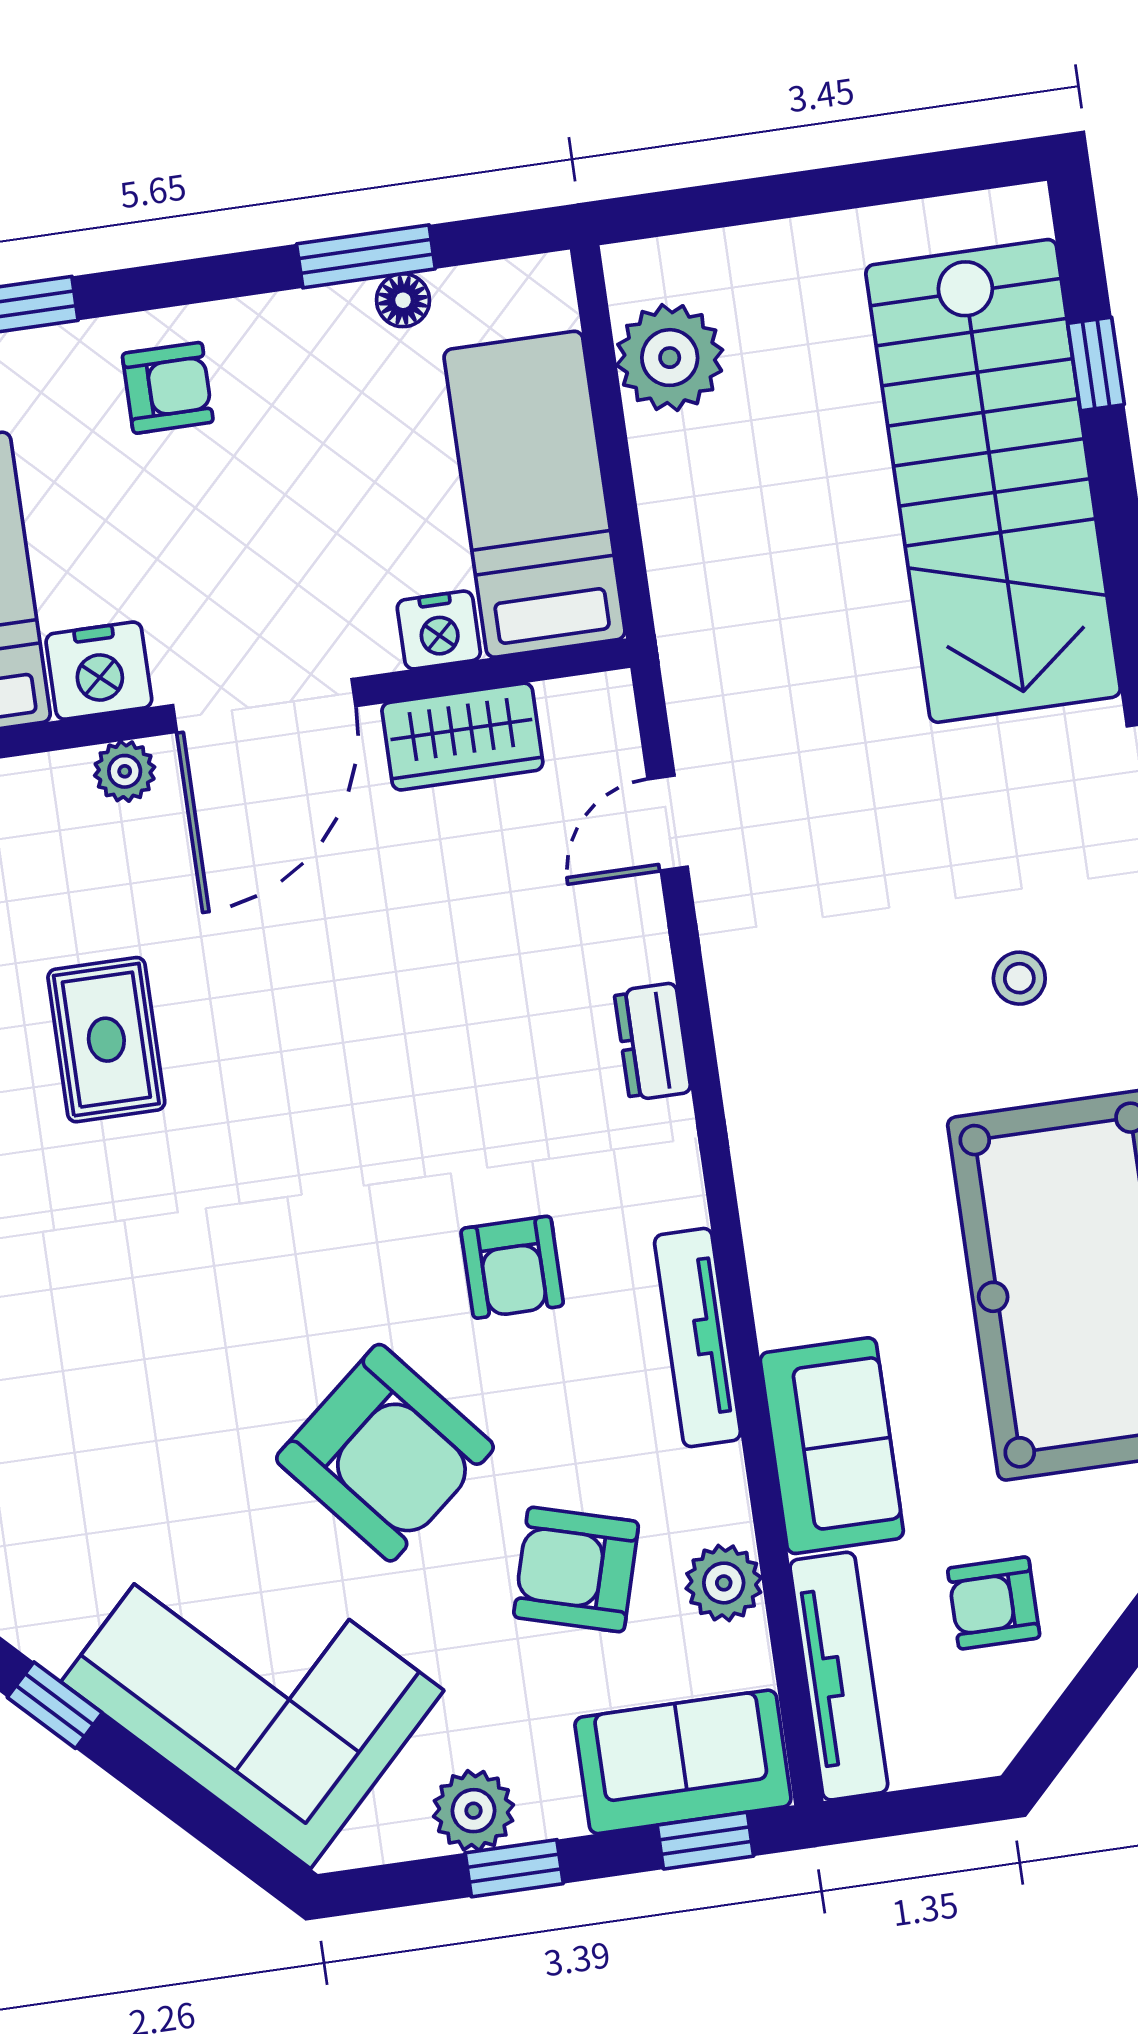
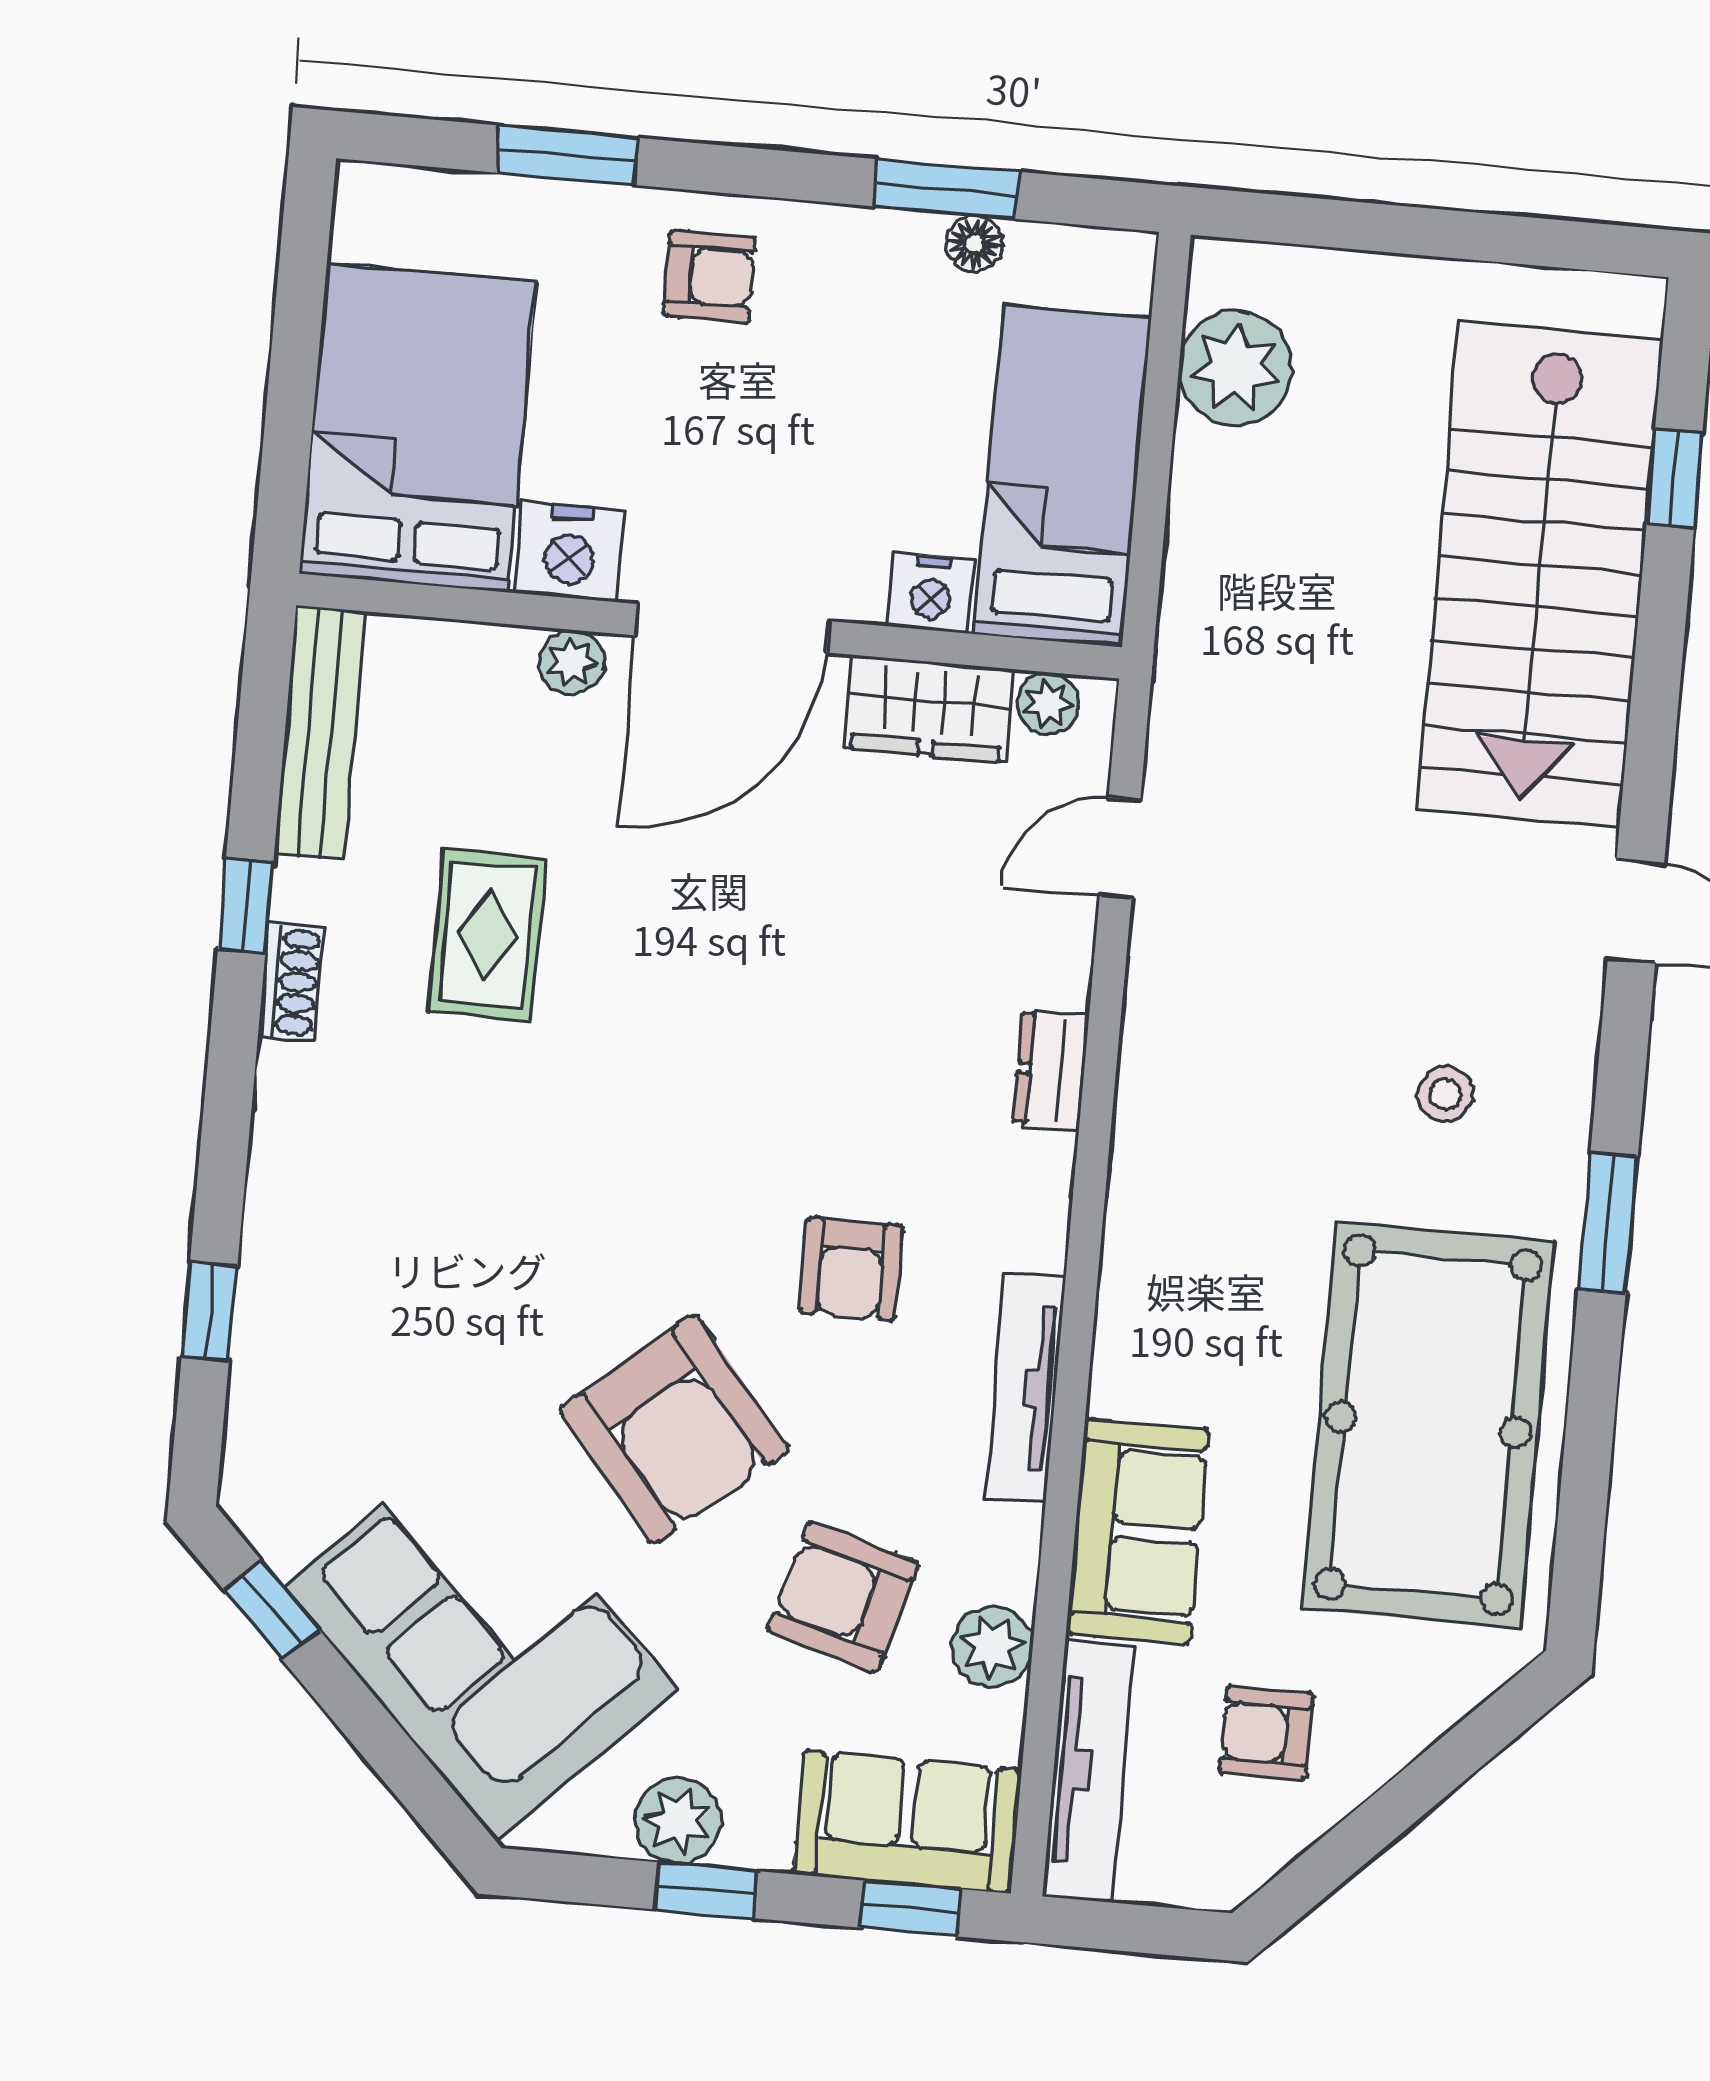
plant: (570, 706) -> (1048, 703), added

